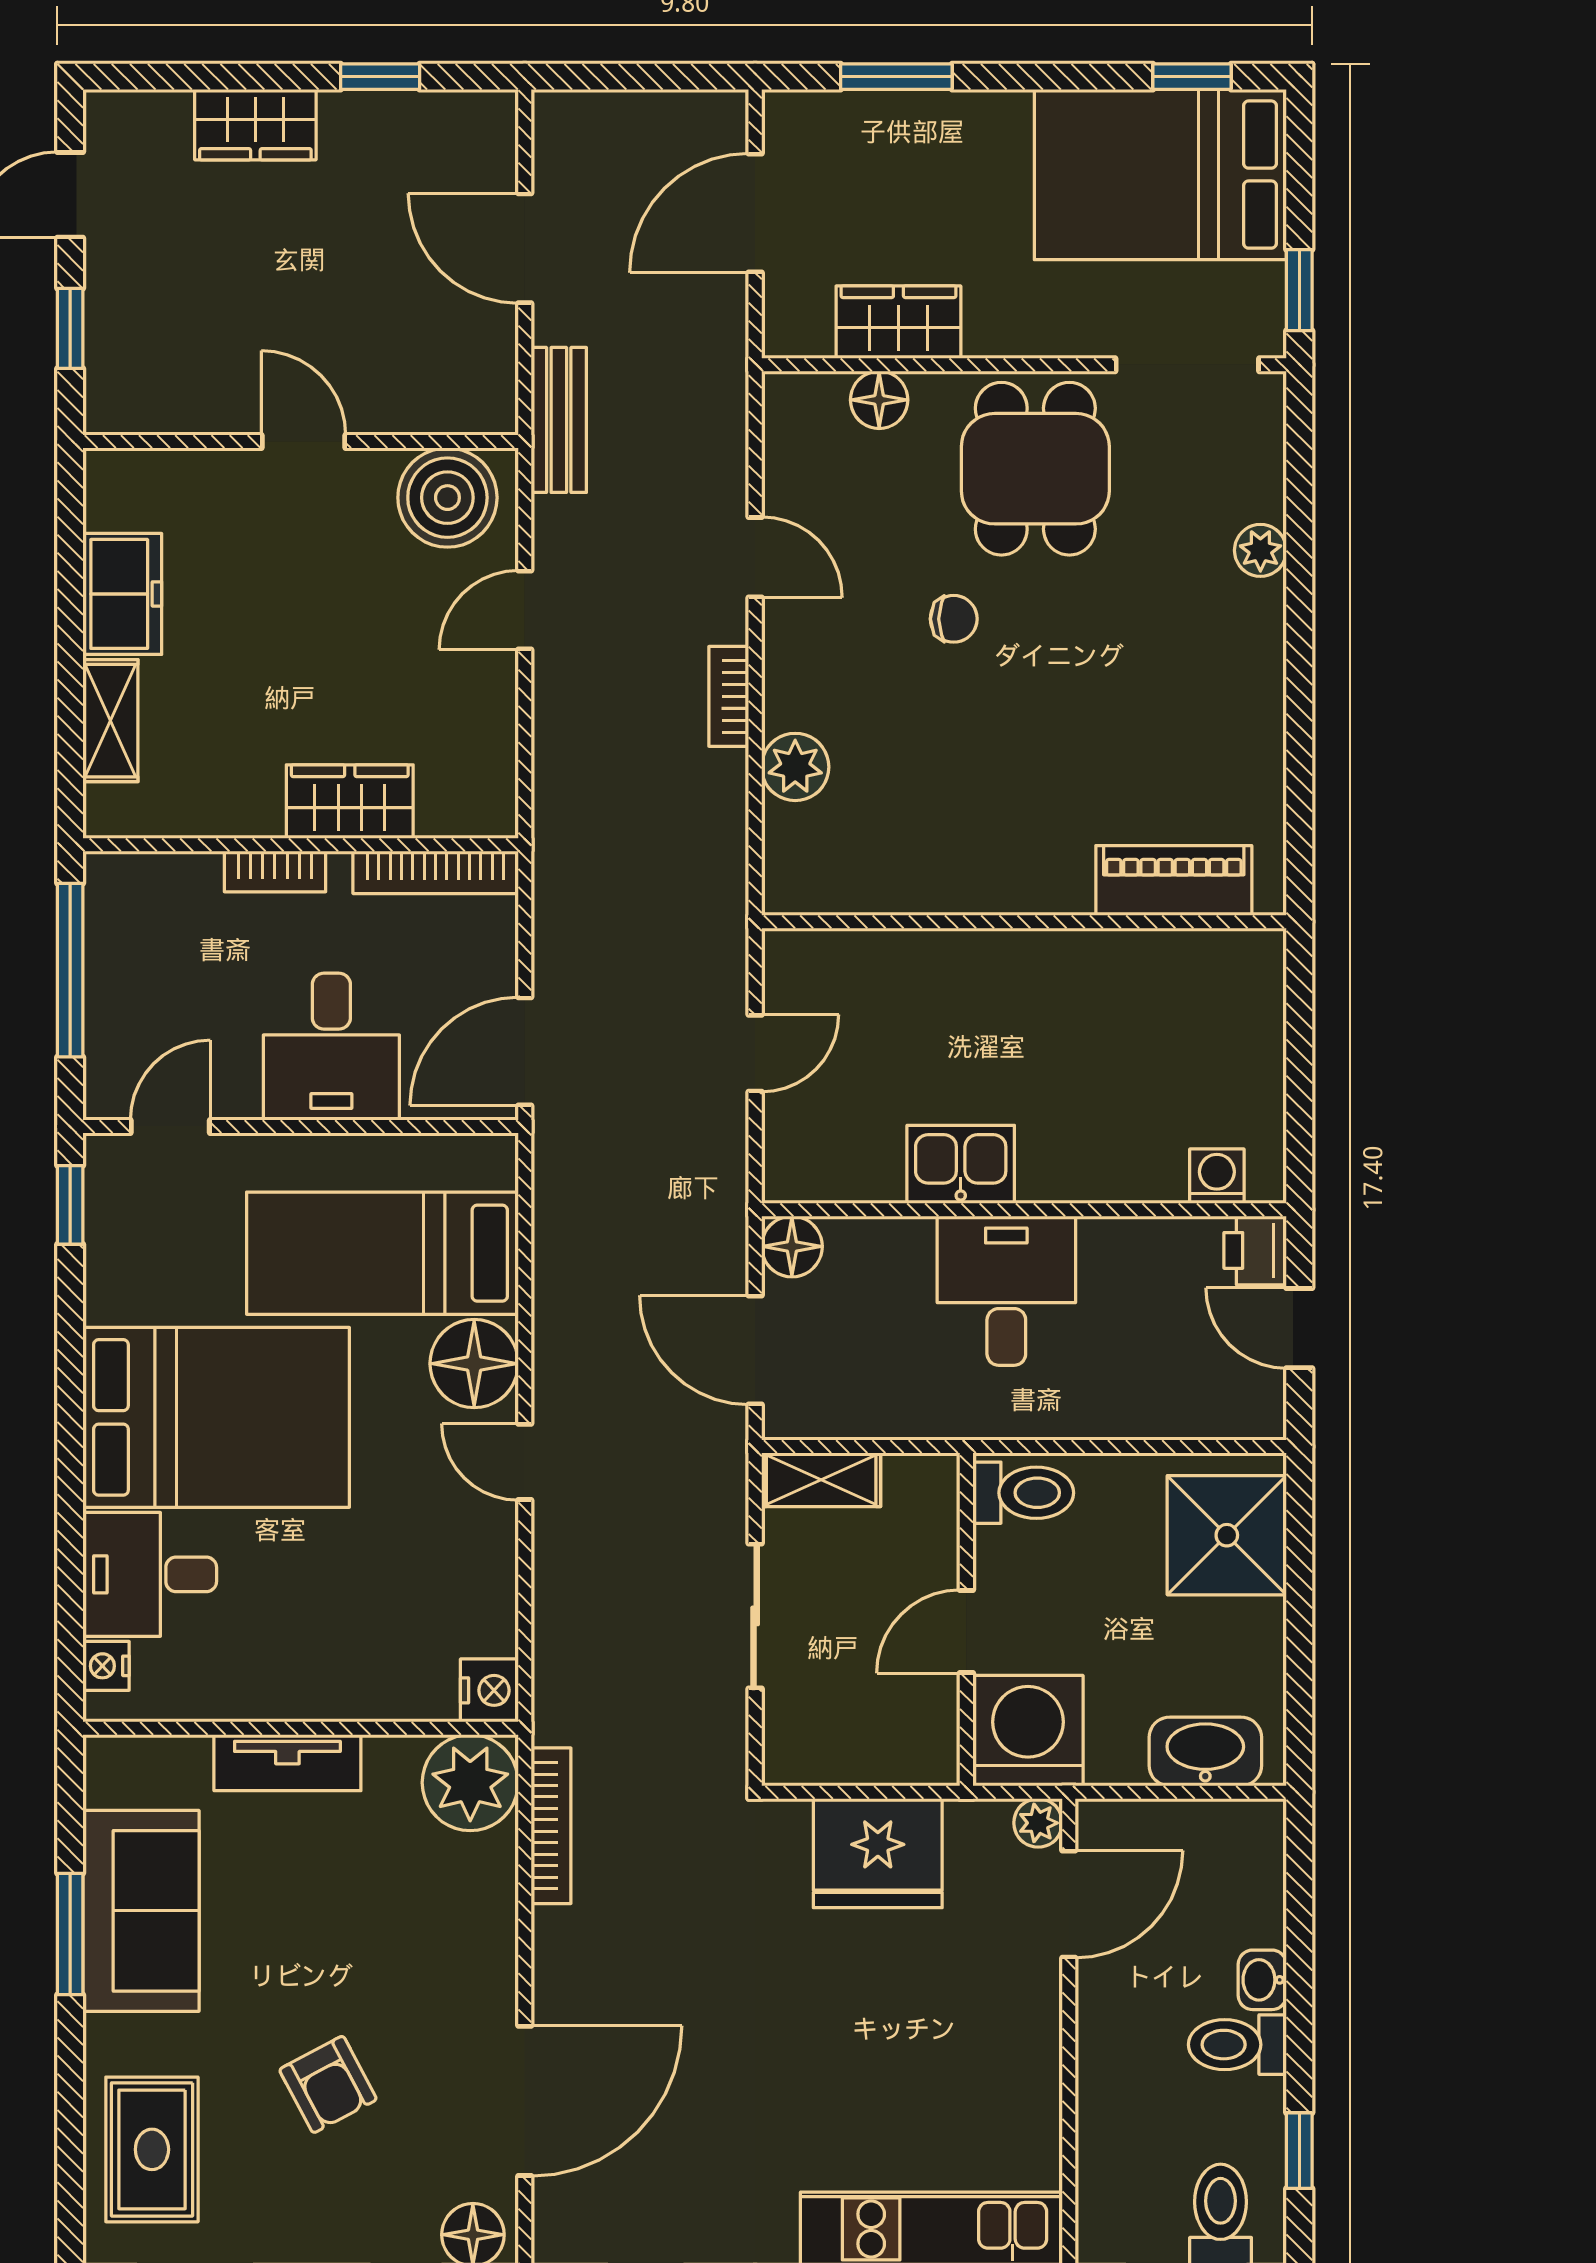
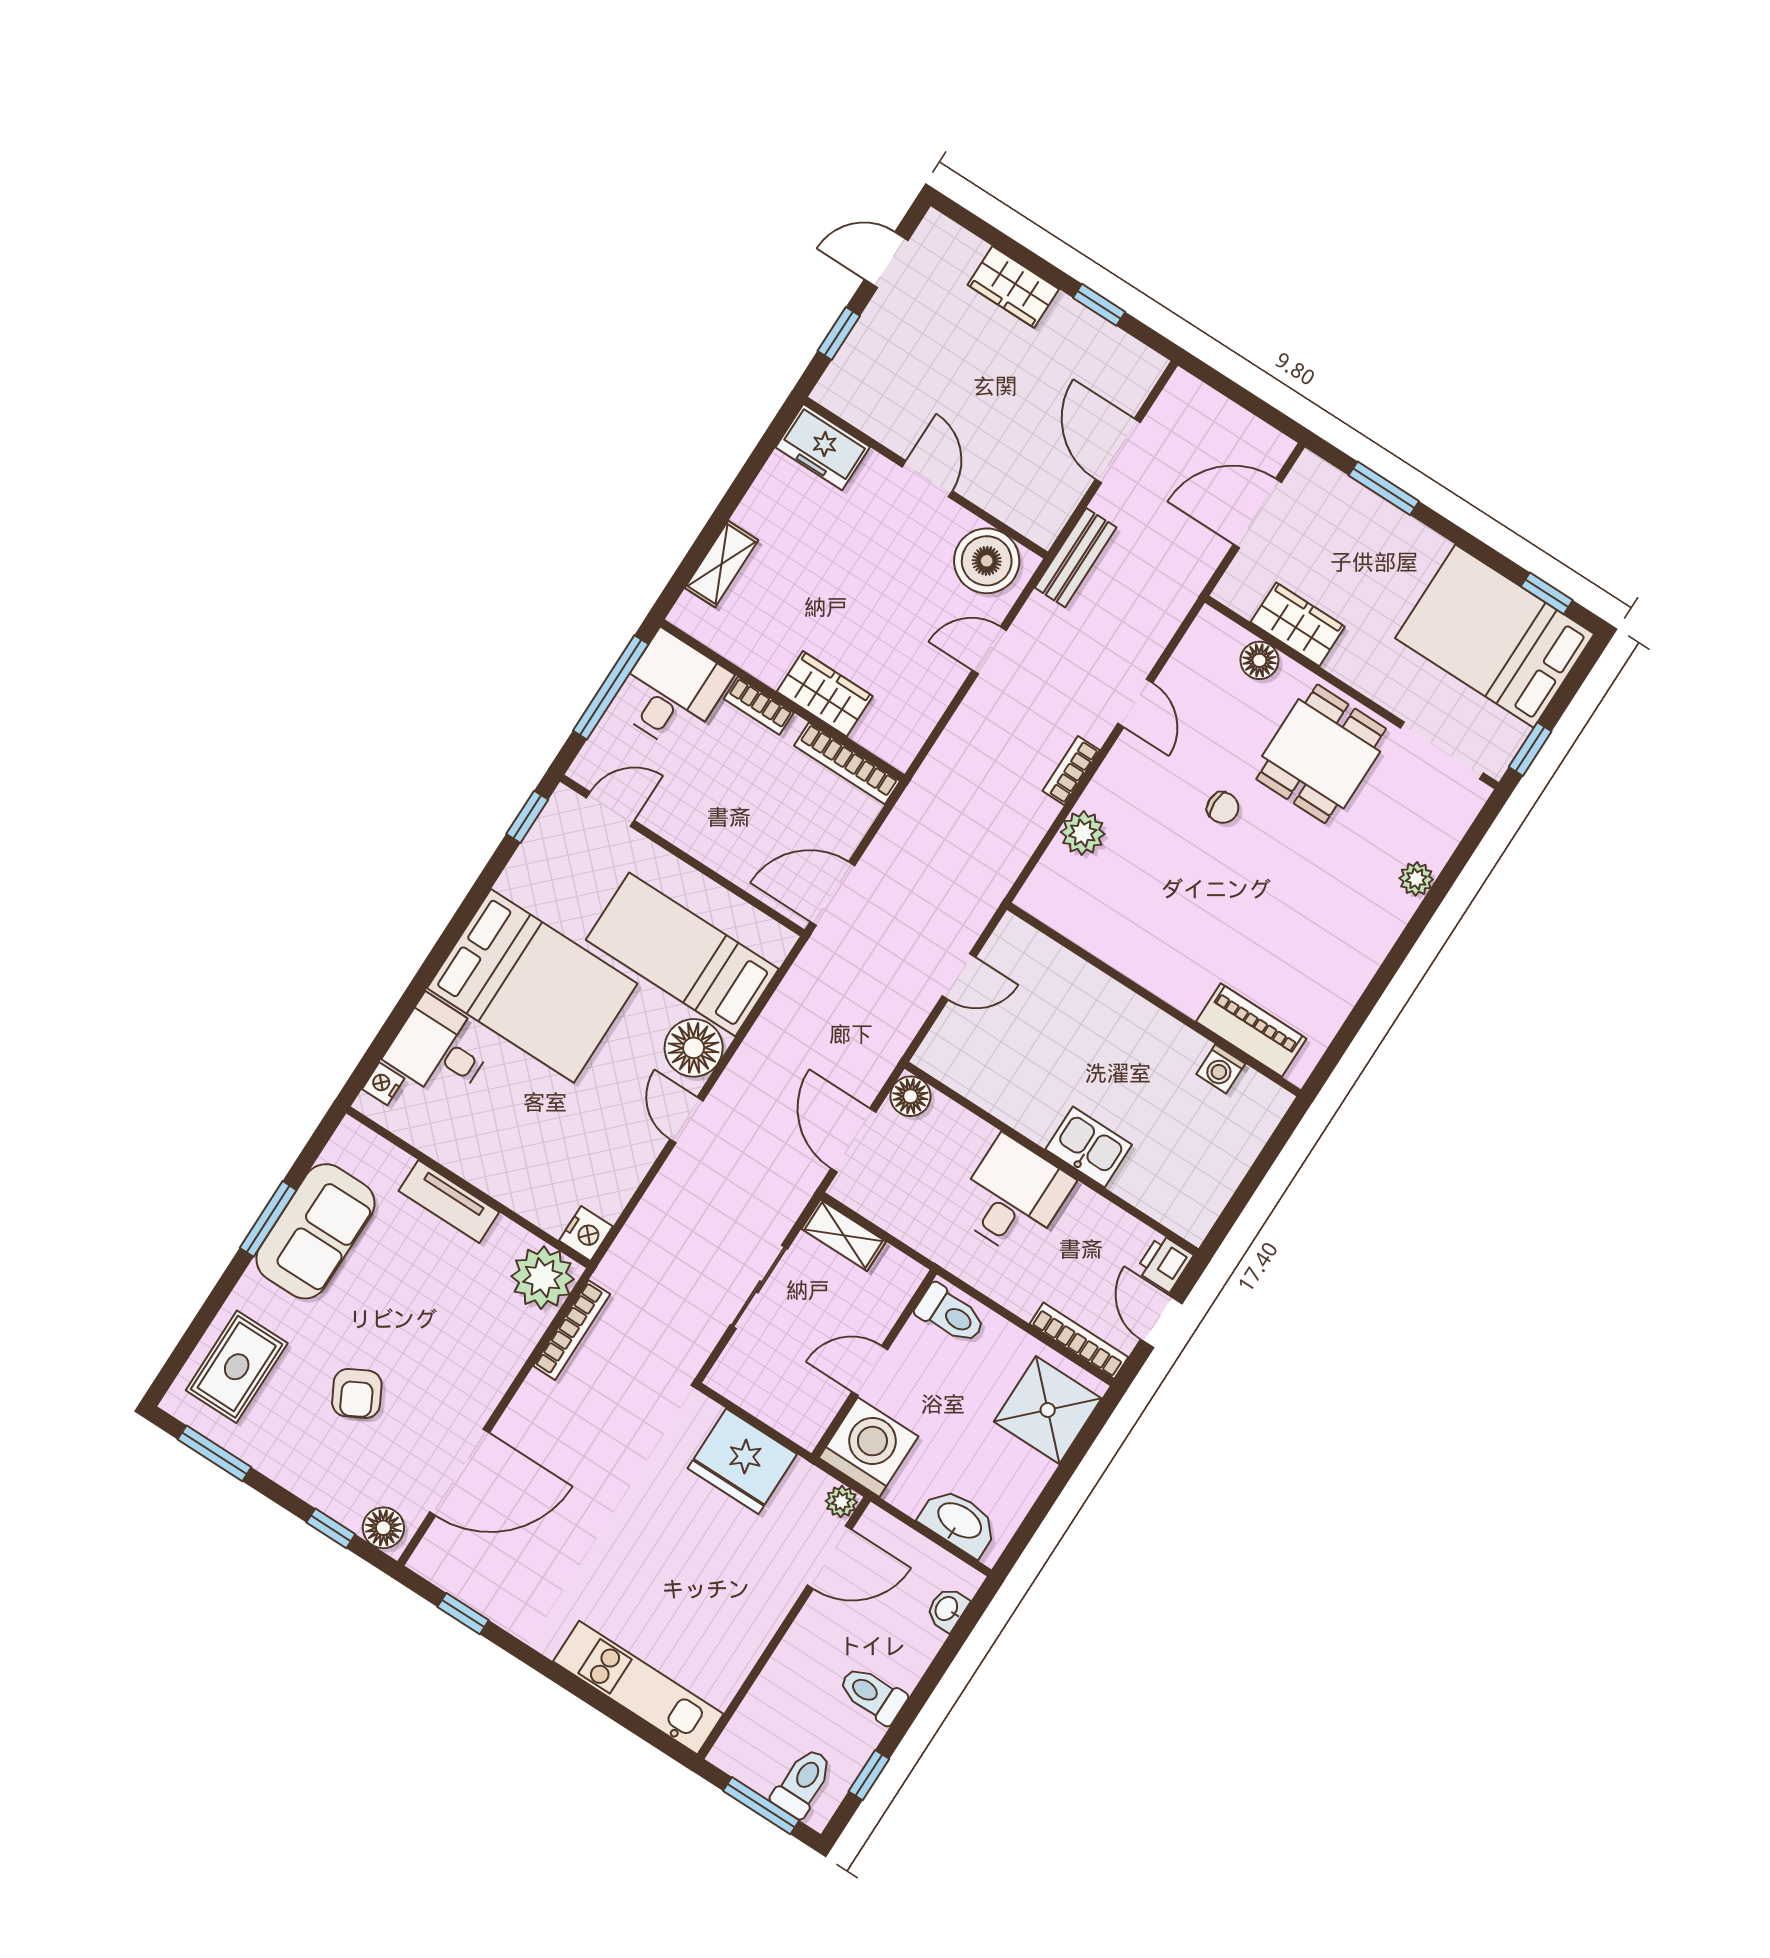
freezer: (122, 594) -> (823, 447), moved, turned 90
desk: (331, 1047) -> (671, 691), moved, turned 180
kitchen sink: (961, 1164) -> (1089, 1147), moved
washing machine: (1217, 1176) -> (1221, 1069), moved, turned 180
bookcase: (1209, 1420) -> (1079, 1341), added
washbasin: (1262, 1980) -> (947, 1609), moved

